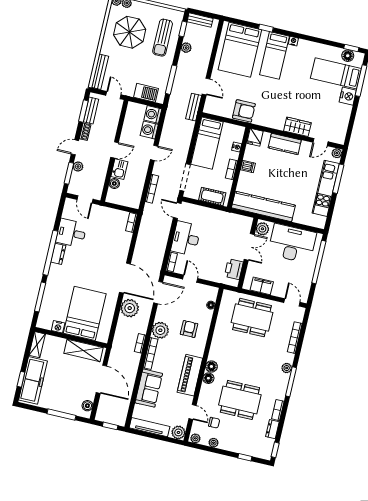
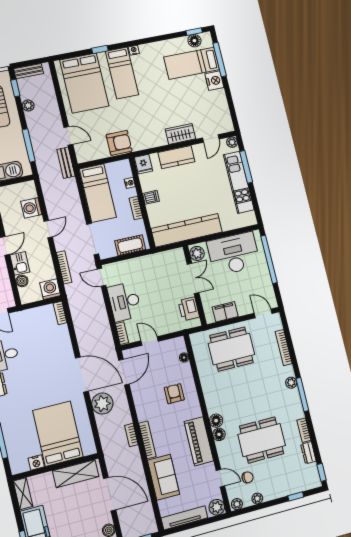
washing machine: (153, 114) -> (50, 289), moved, turned 90
plant: (160, 330) -> (145, 410), removed

